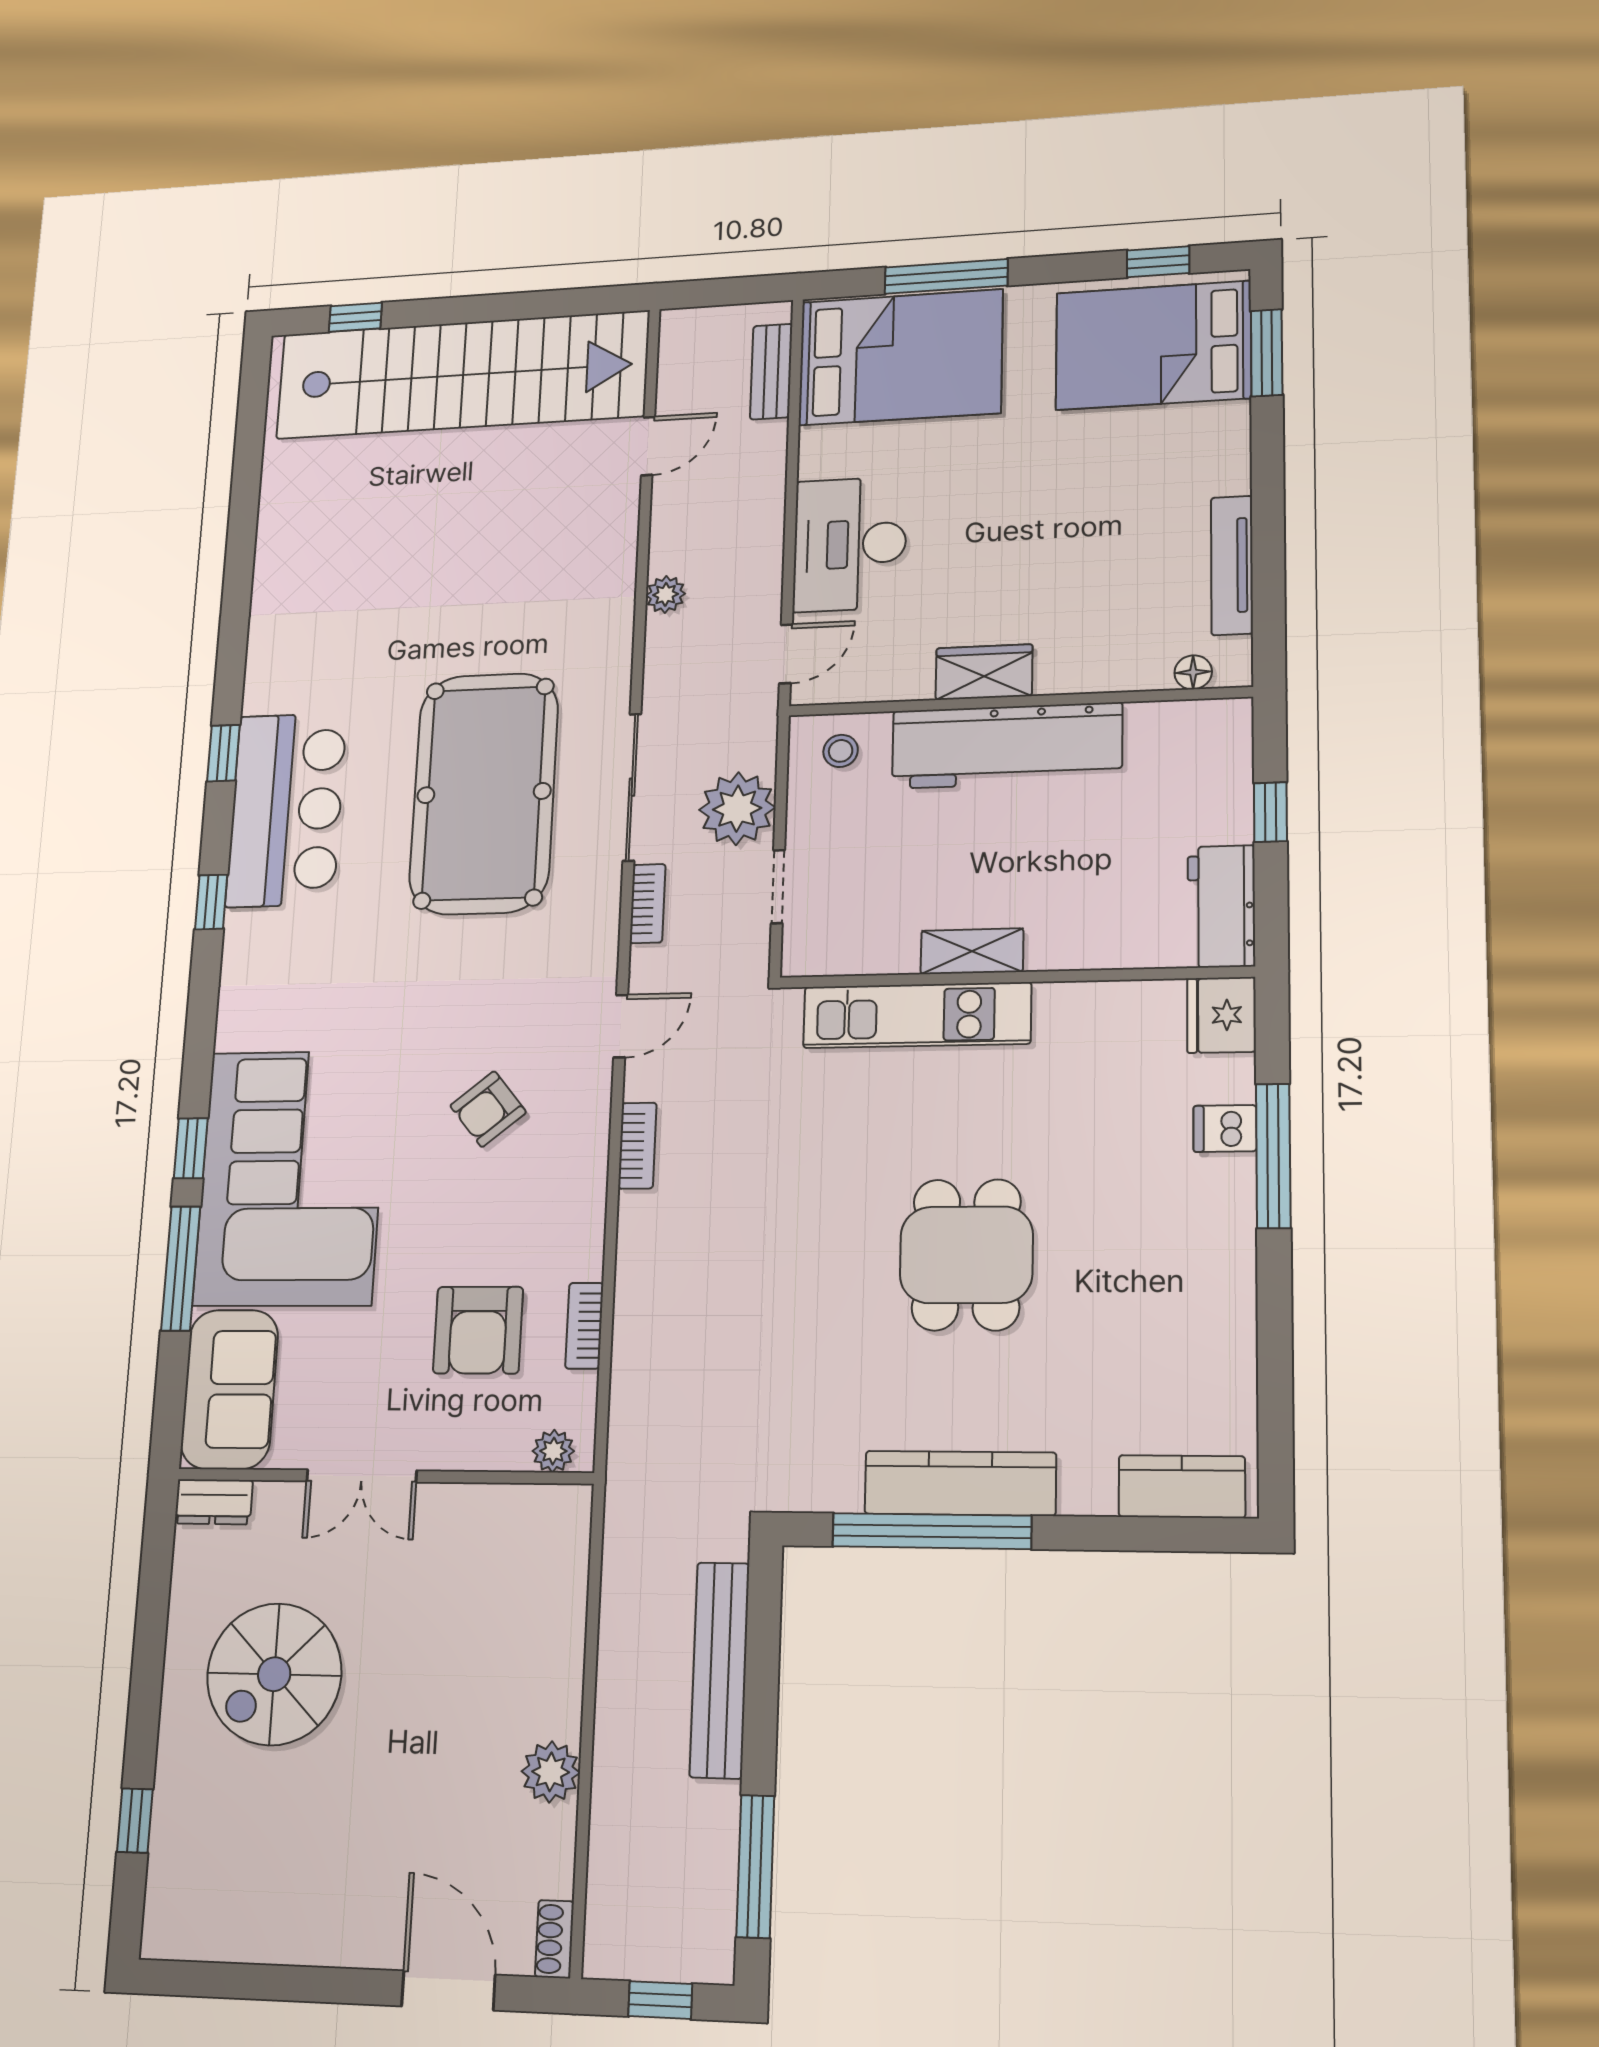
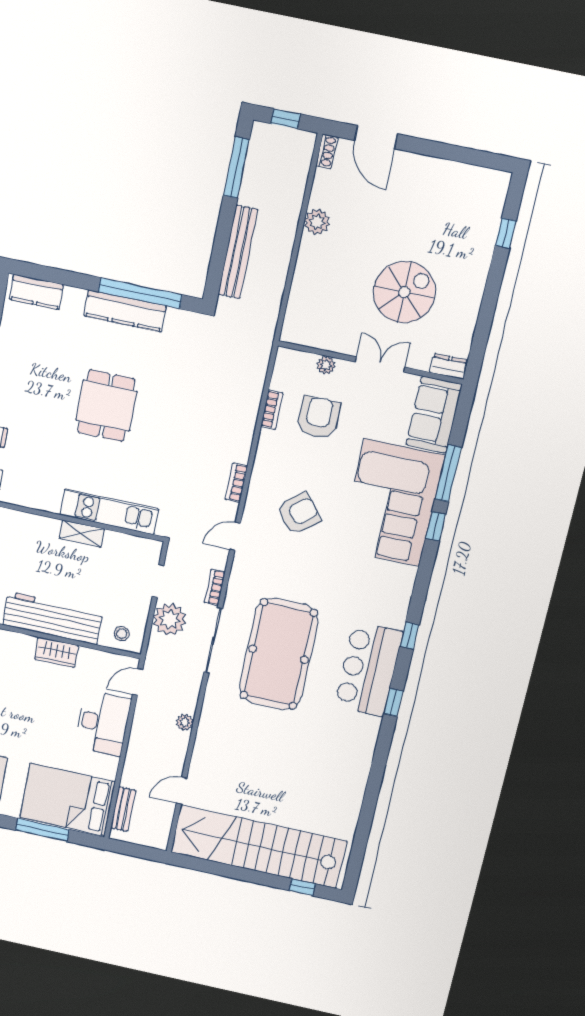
armchair: (488, 1109) -> (299, 513), width x1.38, depth x1.38
plant: (553, 1451) -> (326, 365), moved
spiral stairs: (274, 1674) -> (404, 292), moved

